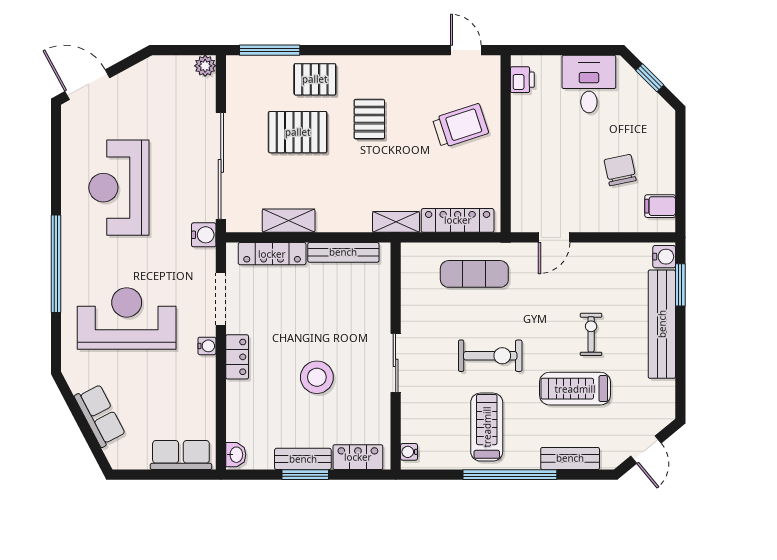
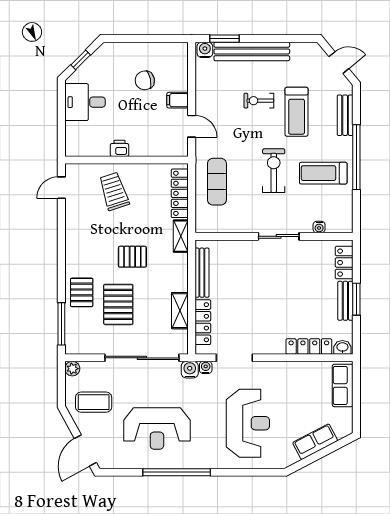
printer: (522, 80) -> (120, 148), moved
coffee table: (157, 96) -> (94, 402), added
pallet: (369, 119) -> (132, 257), moved
filing cabinet: (660, 206) -> (178, 100), moved, turned 90
window: (56, 264) -> (177, 472), moved
reception desk: (127, 319) -> (248, 423), turned 180
water cooler: (207, 346) -> (206, 367), moved
locker: (237, 357) -> (309, 346), moved, width x1.53
stool: (317, 377) -> (289, 291), removed
water cooler: (409, 452) -> (319, 227), moved

